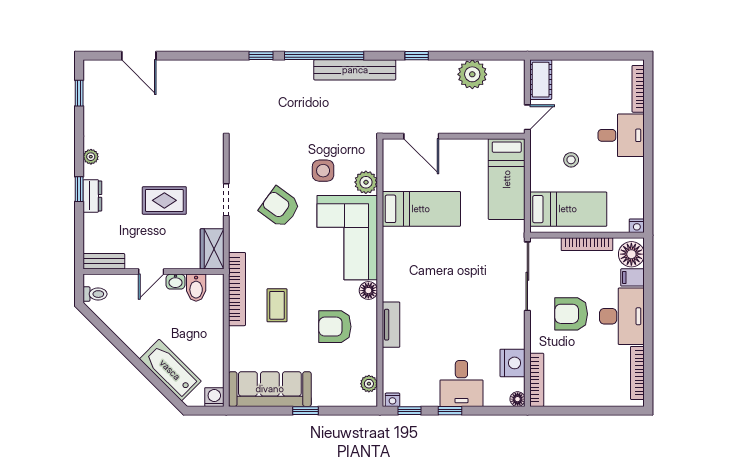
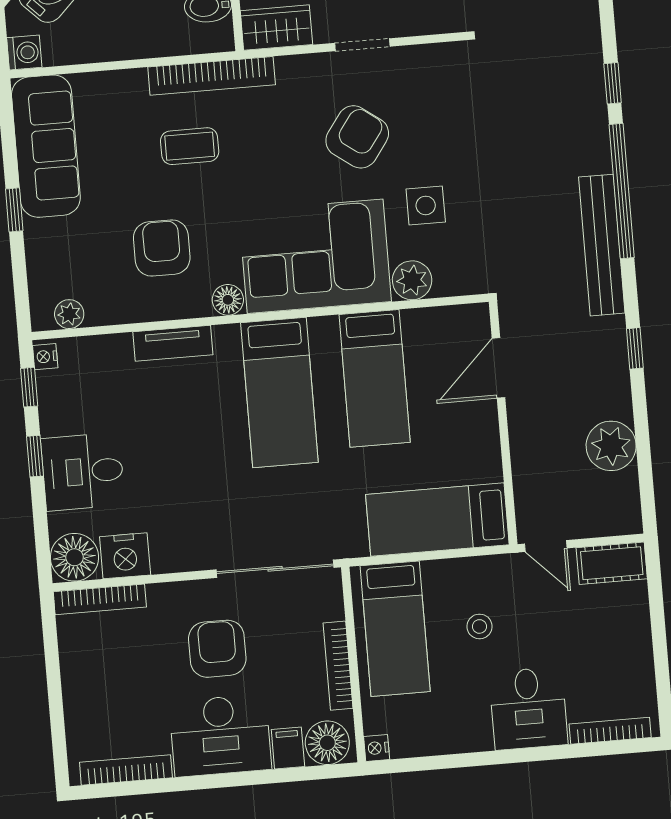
bed: (425, 265) -> (279, 393), added
floor lamp: (518, 399) -> (75, 557), width x1.89, depth x1.89

